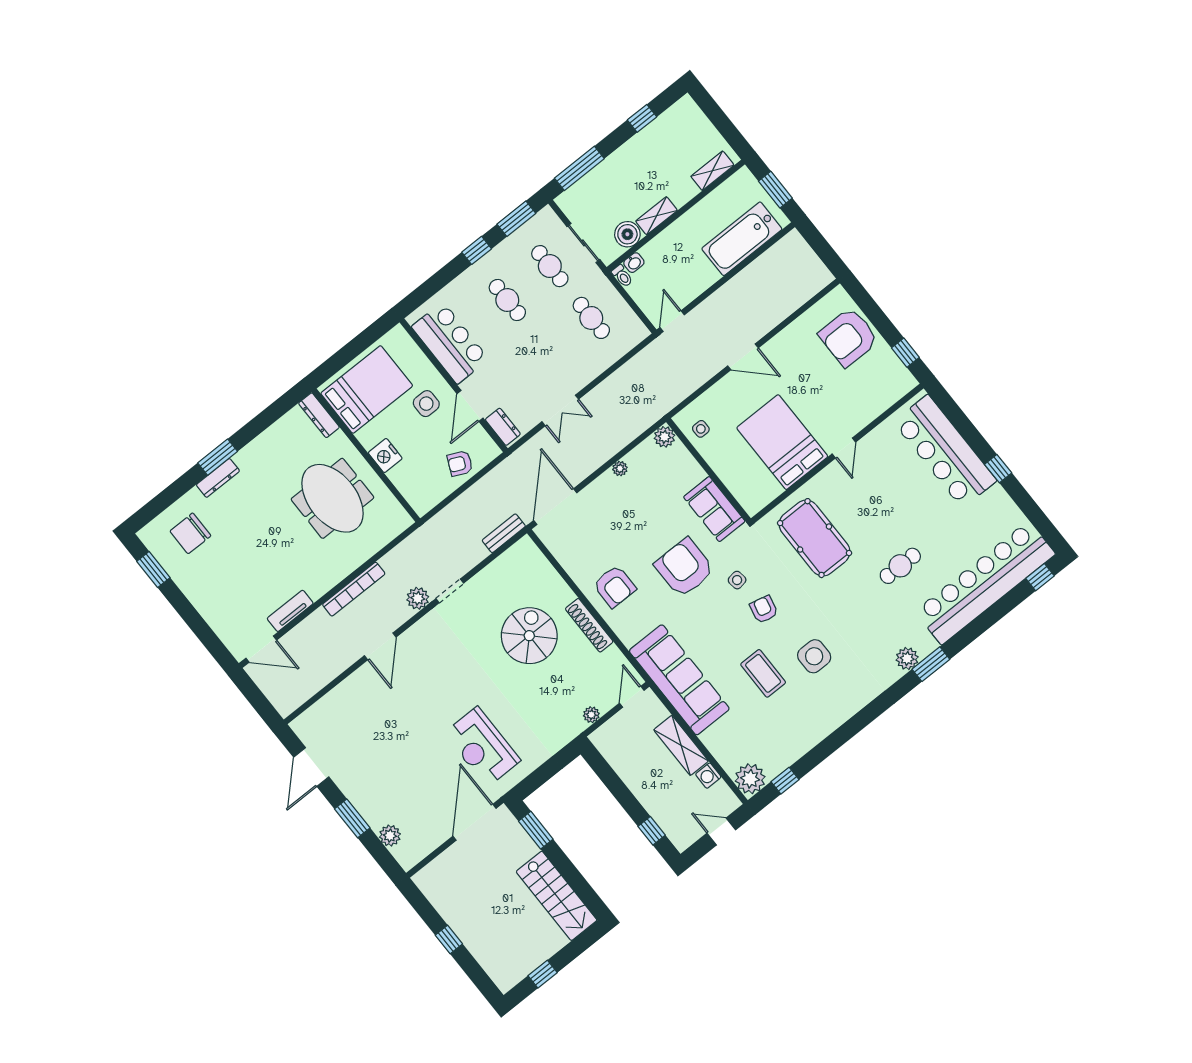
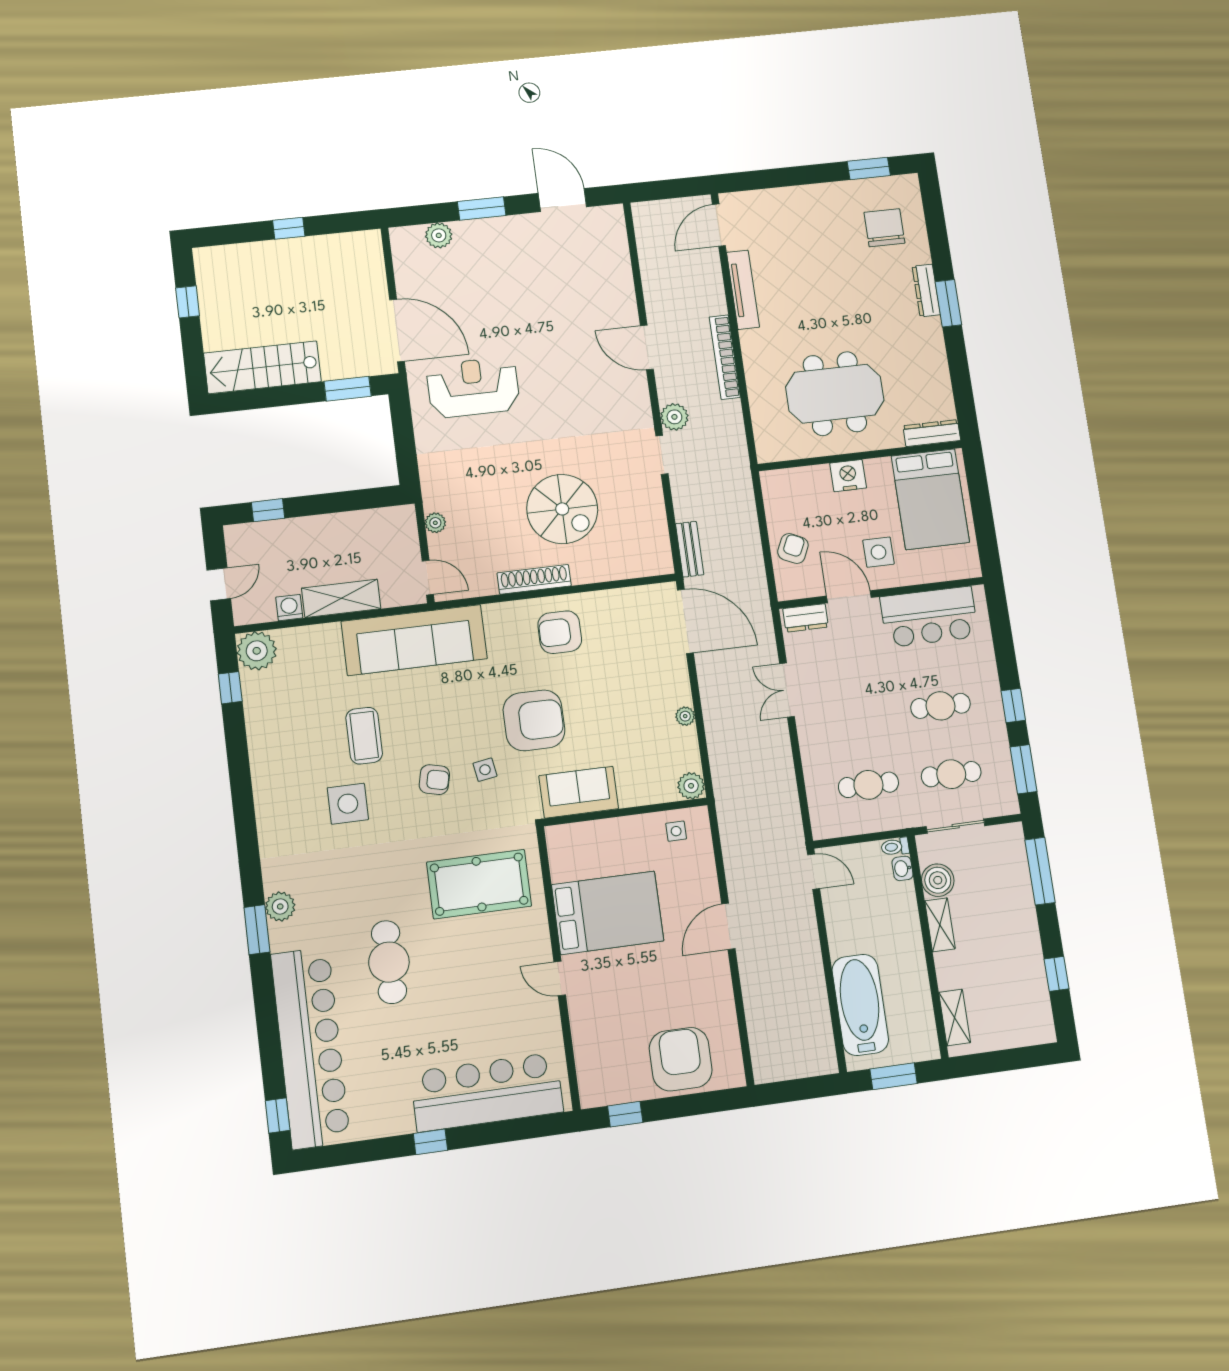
cafe table: (900, 566) -> (389, 962), width x1.37, depth x1.35
tv unit: (290, 611) -> (743, 290), width x1.41
coffee table: (763, 673) -> (364, 736), turned 90

